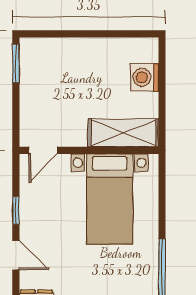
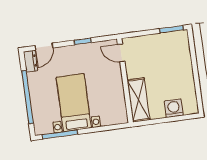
bed with nightstands: (110, 199) -> (74, 103), moved, turned 90
door: (16, 255) -> (44, 47), moved

